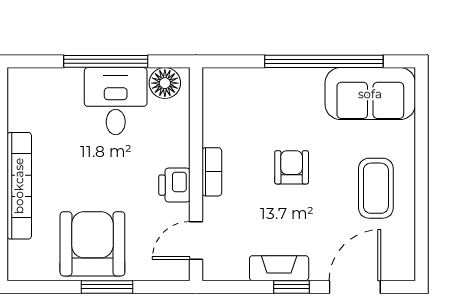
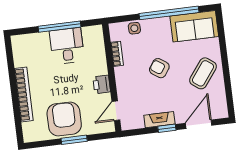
floor lamp: (165, 83) -> (90, 34), removed
side table: (252, 83) -> (134, 28), added
armchair: (292, 167) -> (159, 68), turned -55
bookcase: (212, 172) -> (117, 54), moved
coffee table: (376, 188) -> (203, 73), turned 37

